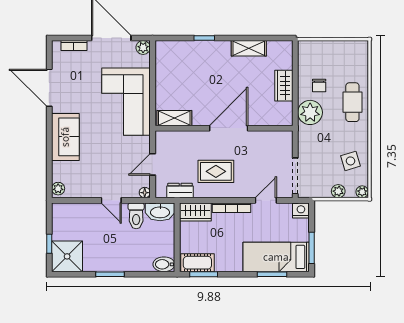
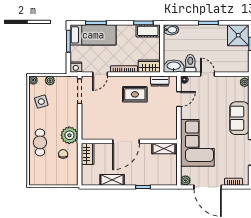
shelving: (174, 118) -> (164, 148), moved
wall: (224, 128) -> (129, 141), moved
door: (229, 128) -> (126, 141), moved

